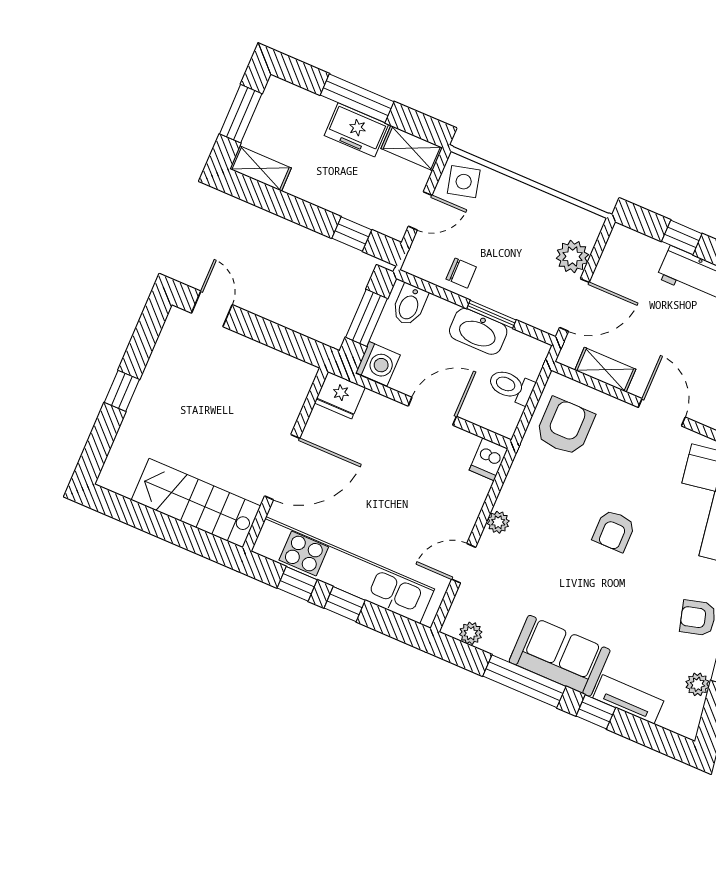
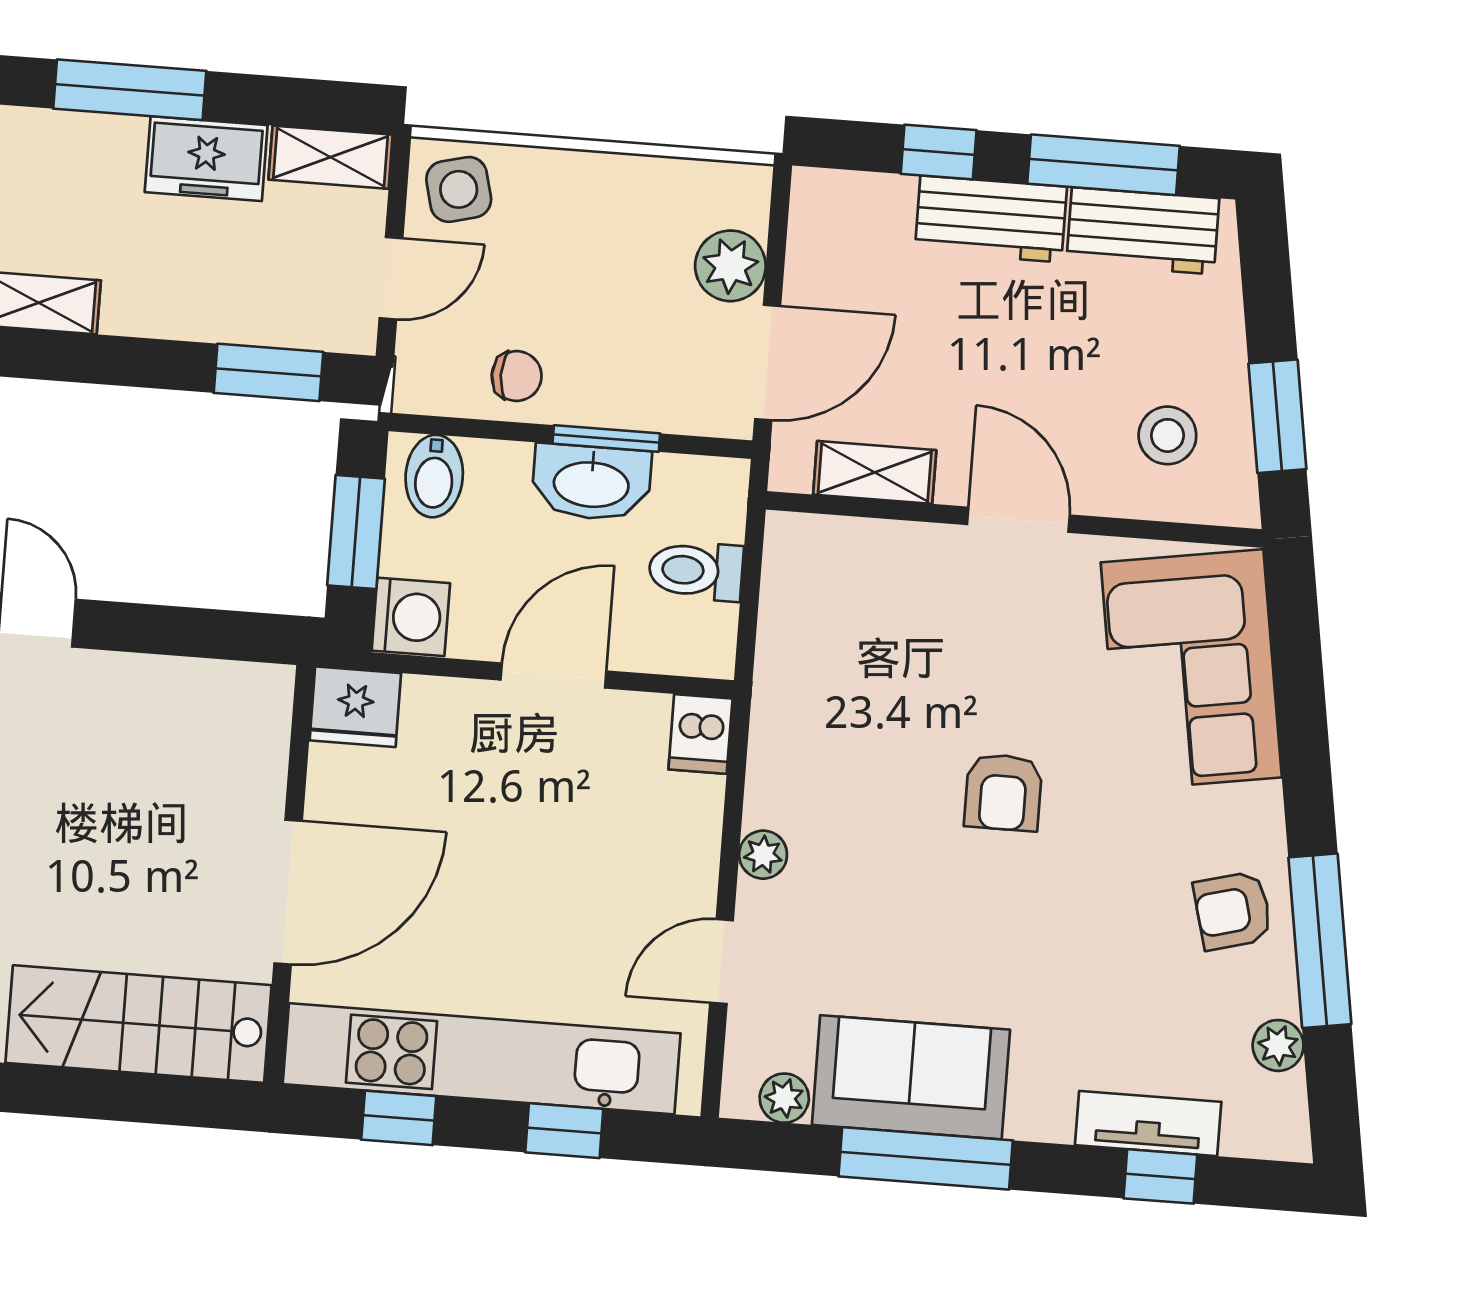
window: (357, 98) -> (130, 90), moved
window: (352, 234) -> (268, 372), width x1.50
armchair: (565, 427) -> (832, 615), removed
window: (345, 604) -> (564, 1131), moved
sofa: (560, 656) -> (911, 1077), moved
window: (596, 712) -> (1160, 1176), moved

